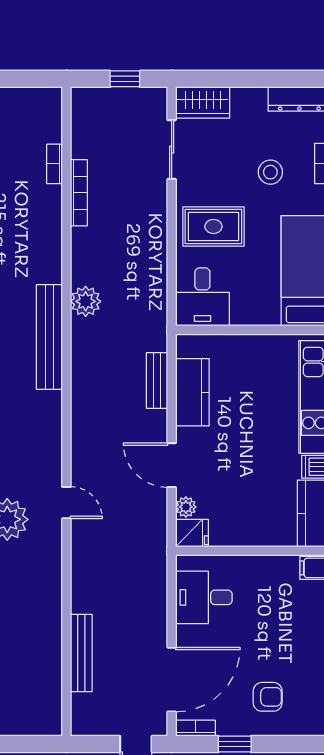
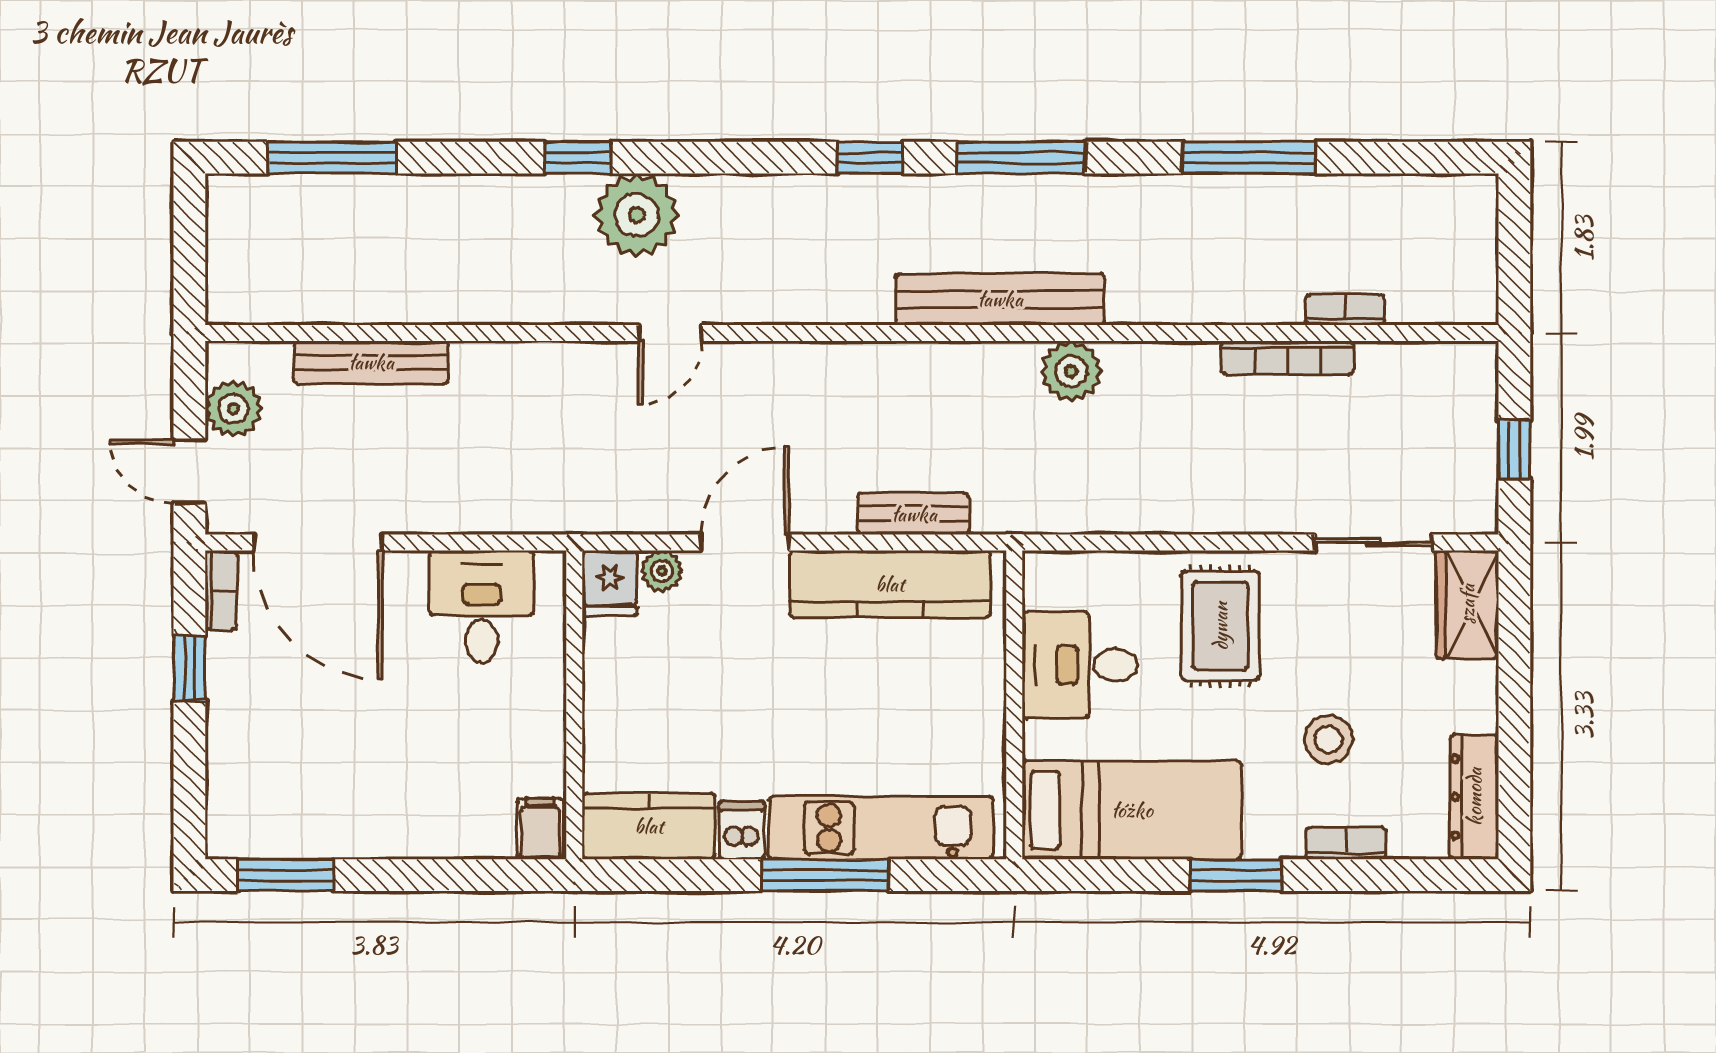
desk: (202, 297) -> (1080, 665), moved
kitchen counter: (192, 392) -> (890, 584), width x1.50
armchair: (268, 697) -> (283, 734), removed
plant: (104, 722) -> (233, 409), added

